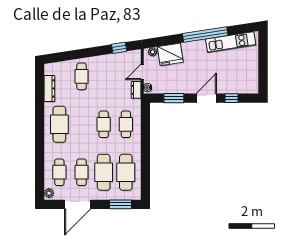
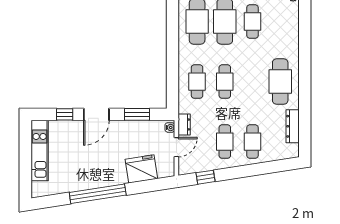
kitchen unit: (231, 42) -> (40, 150), moved, turned 99
plant: (153, 52) -> (164, 172), removed
cafe table: (59, 172) -> (225, 142), moved

